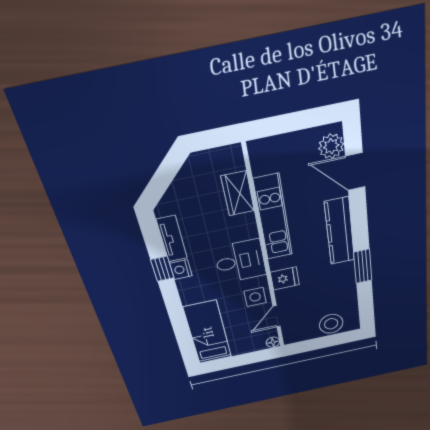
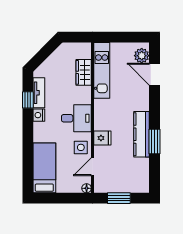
kitchen unit: (273, 218) -> (102, 70), moved
kitchen counter: (340, 231) -> (142, 134), moved
window: (162, 269) -> (28, 100), moved
stool: (331, 324) -> (129, 183), removed
window: (319, 343) -> (119, 198), added

